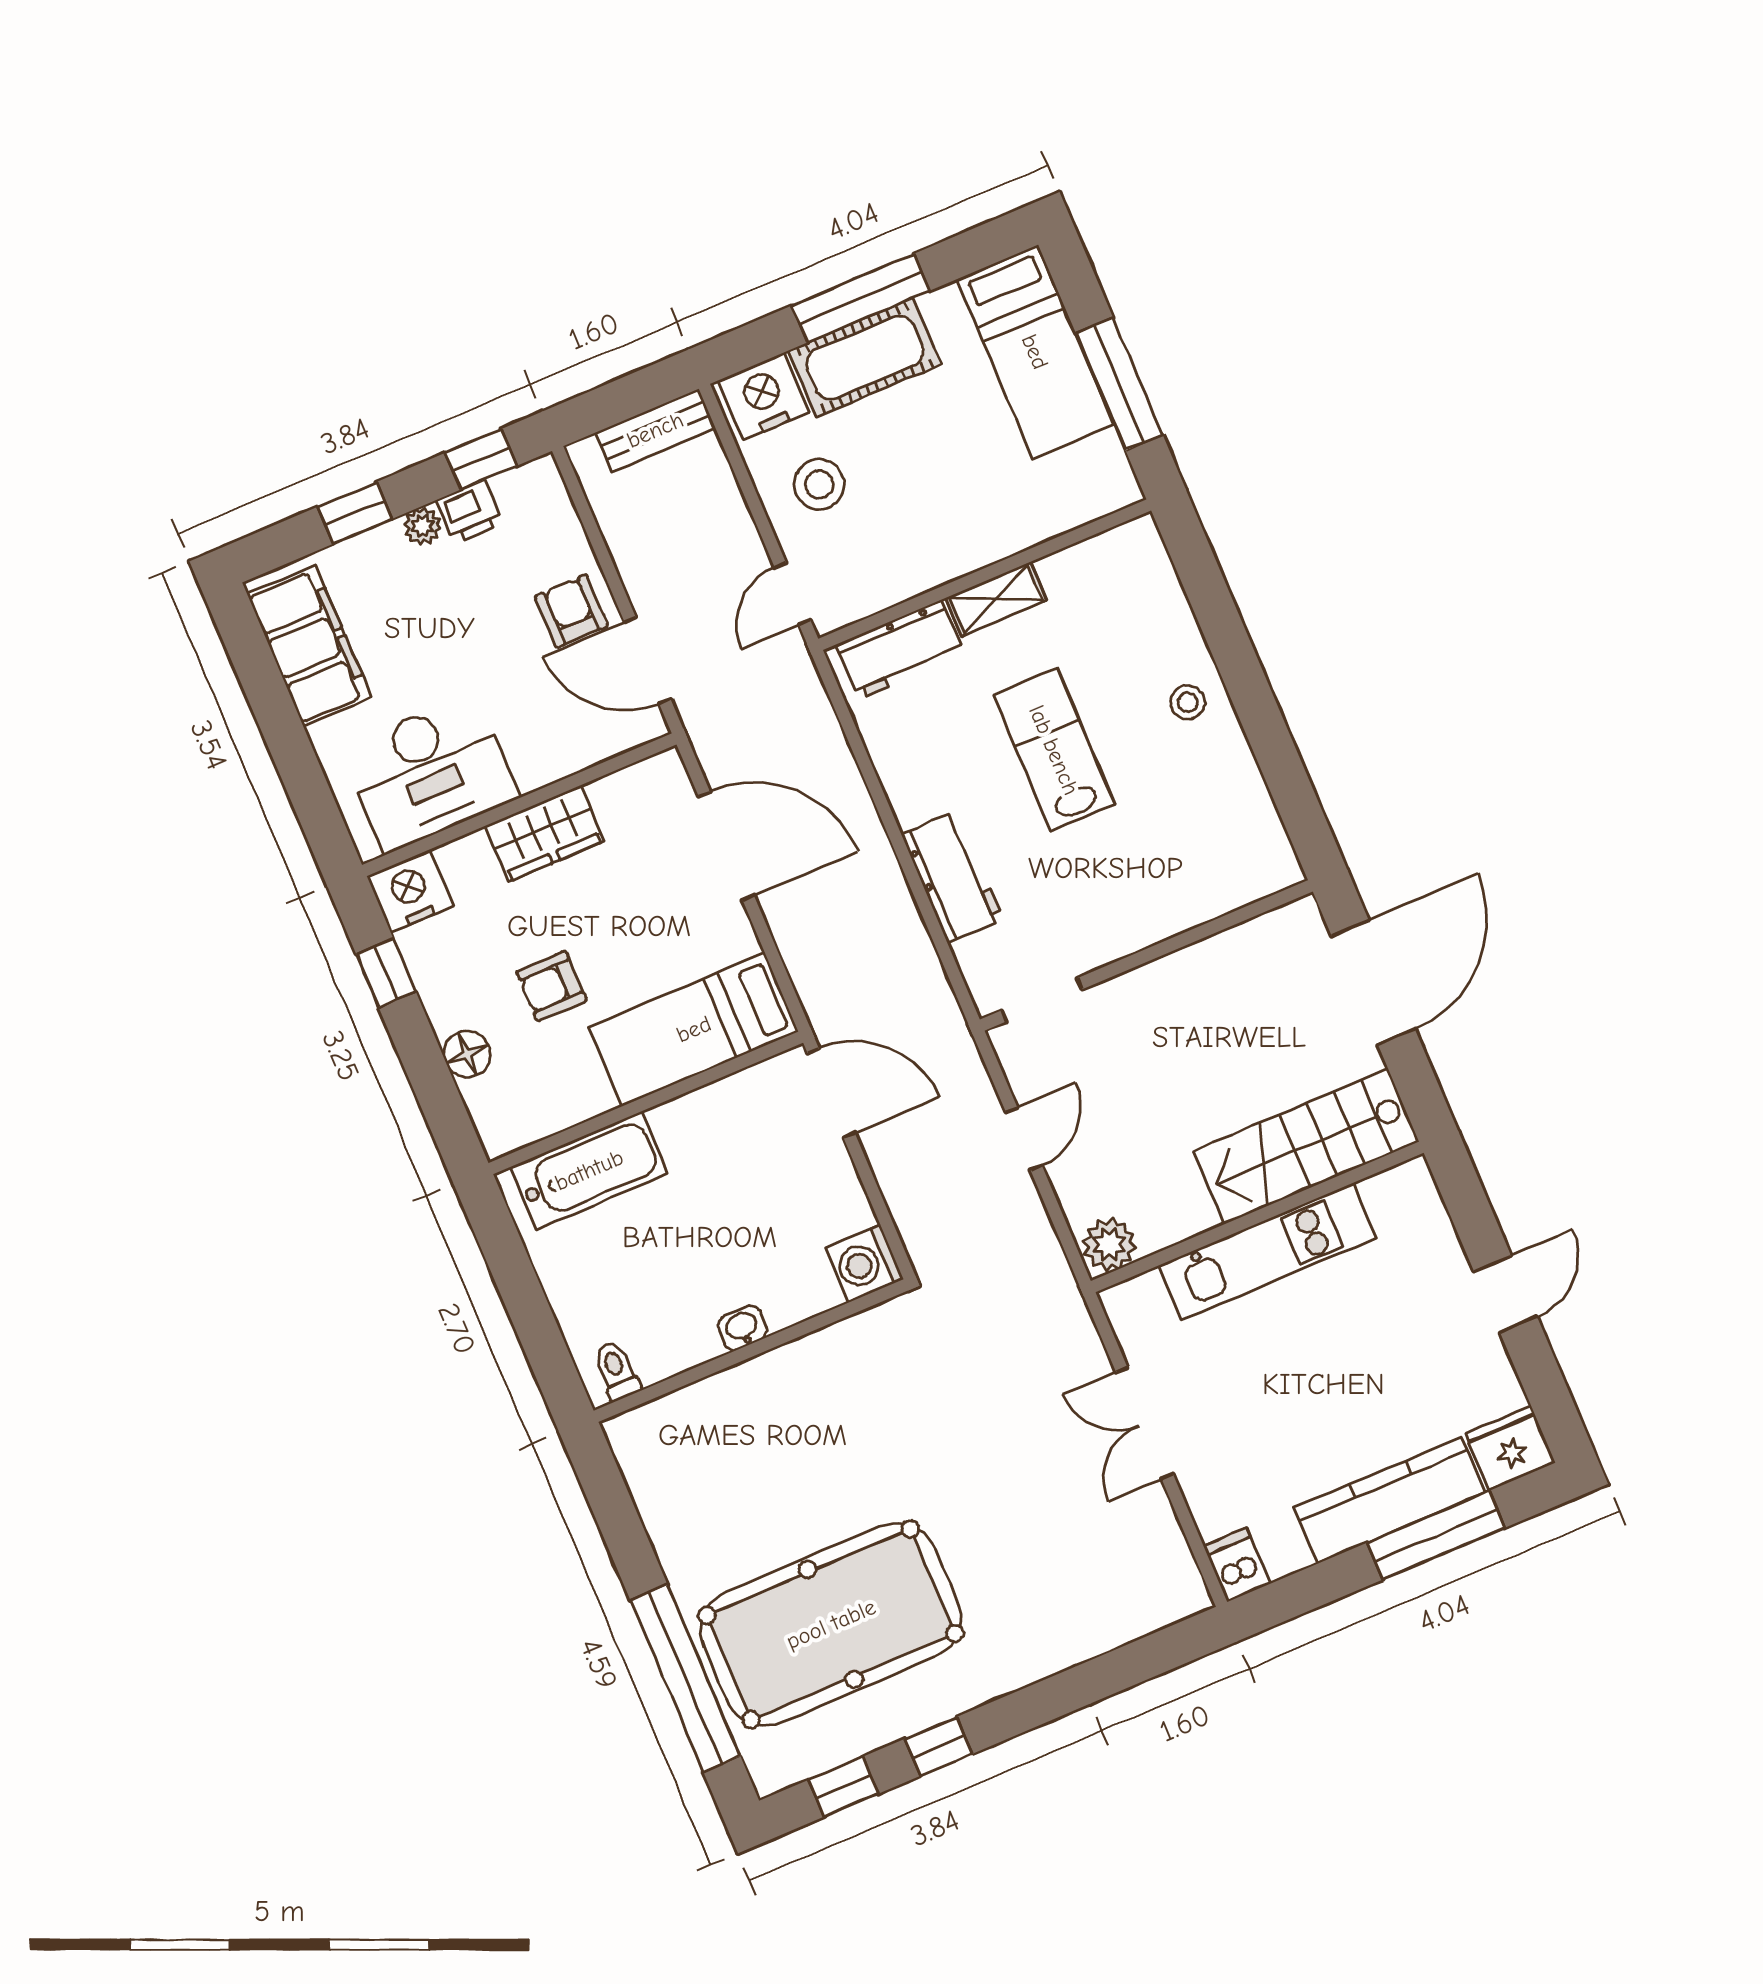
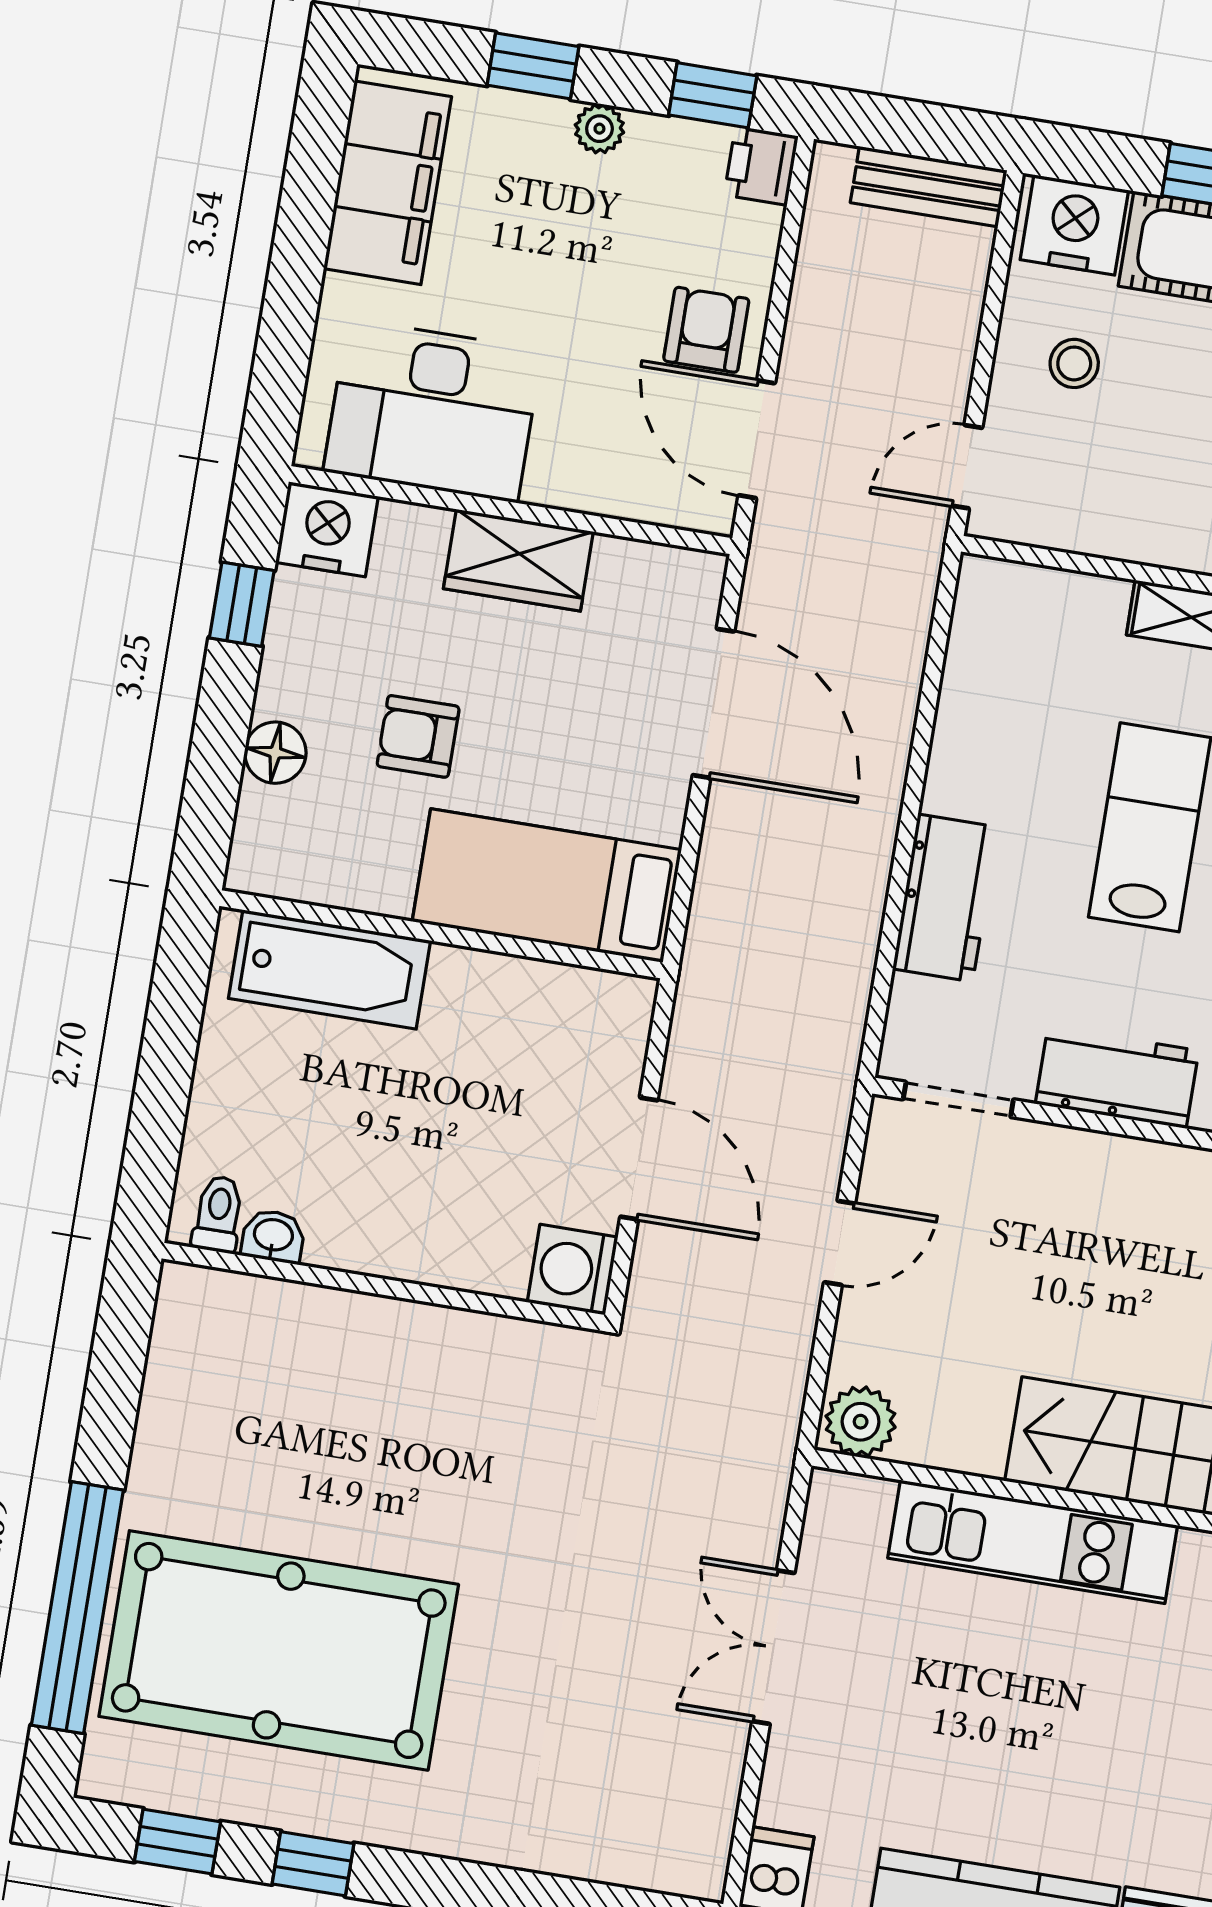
stool: (819, 484) -> (1074, 363), width x0.73, depth x0.73
printer: (470, 512) -> (761, 166), moved, turned 90
workbench: (900, 649) -> (1117, 1077), moved, turned 180
door: (831, 1093) -> (639, 1158), moved
washbasin: (742, 1328) -> (273, 1236), moved

